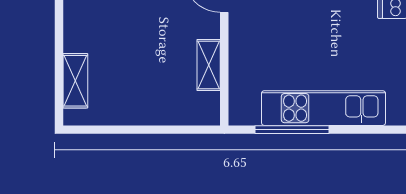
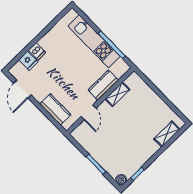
kitchen counter: (244, 57) -> (103, 85), added

